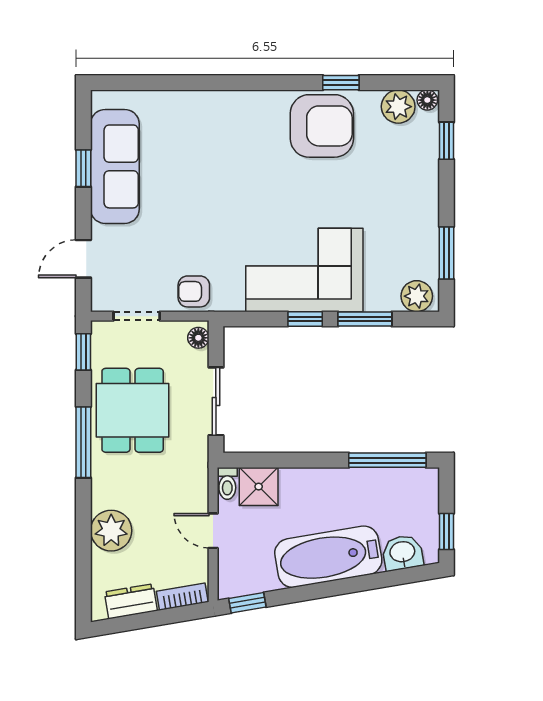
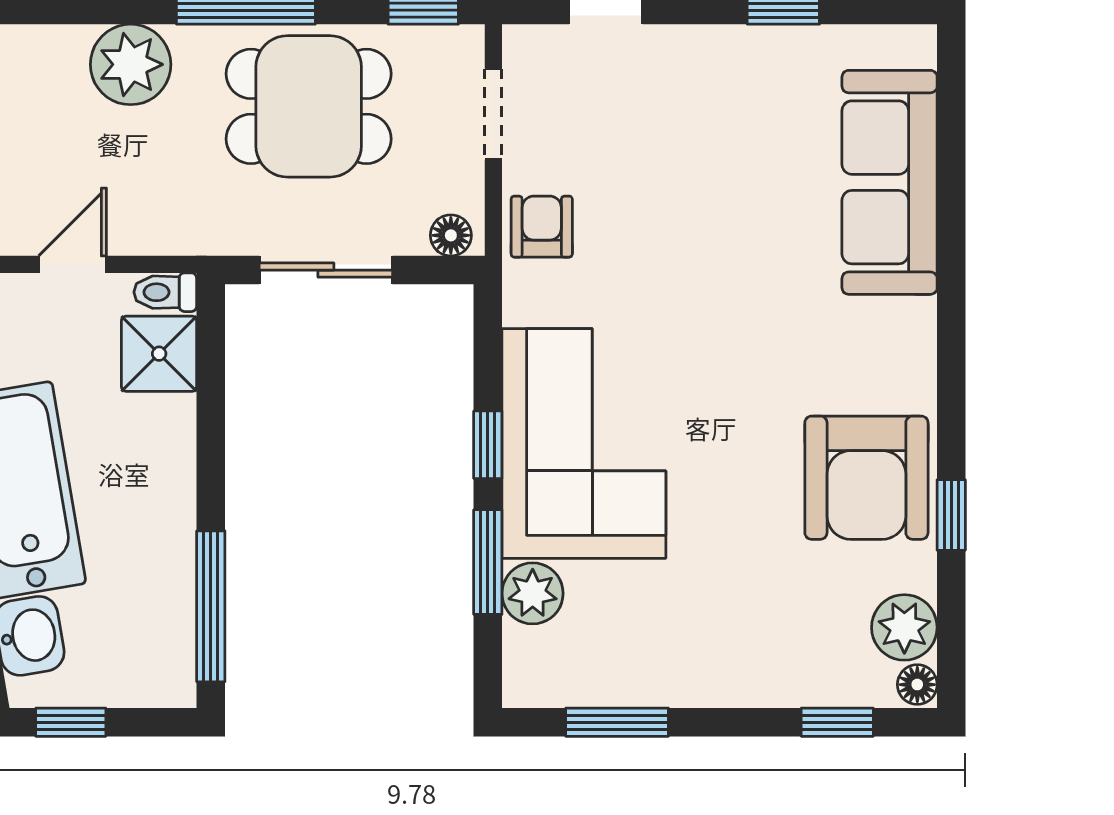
sofa: (115, 166) -> (890, 182), moved, turned 90
plant: (417, 296) -> (533, 593), moved
plant: (111, 531) -> (131, 64), moved

